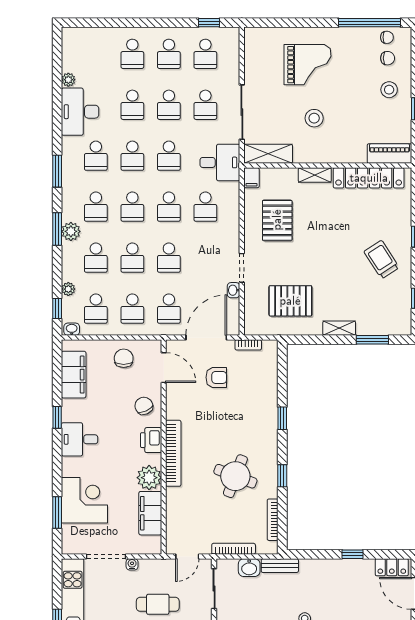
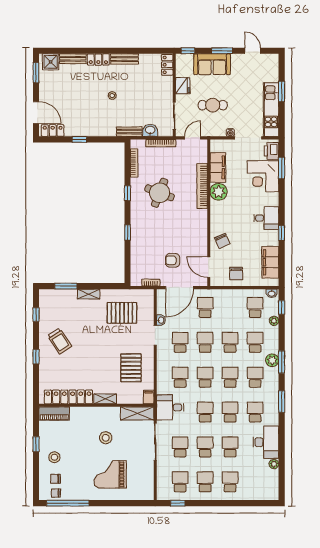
school desk: (132, 309) -> (180, 342), moved
printer: (151, 440) -> (271, 151), moved, turned 180
bookcase: (173, 453) -> (202, 186), moved

